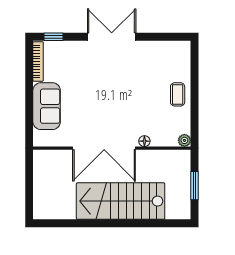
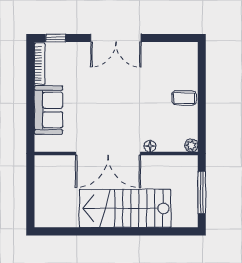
double door: (112, 37) -> (116, 38), swing flipped
coffee table: (178, 94) -> (184, 98), turned 90
window: (194, 186) -> (202, 192), width x1.44

